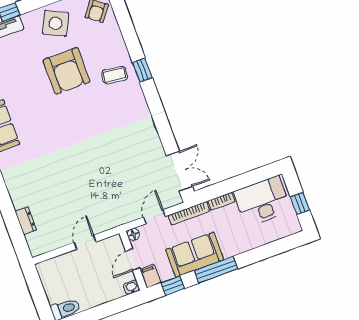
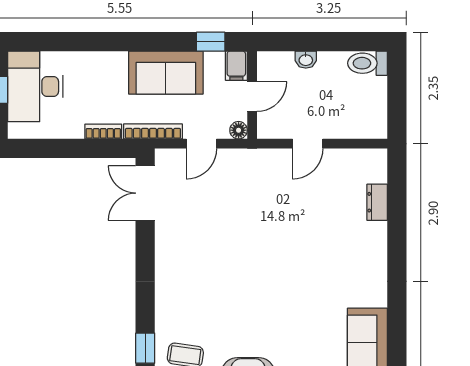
desk: (262, 201) -> (35, 86), moved, turned 90
window: (216, 270) -> (144, 42), removed
washbasin: (131, 287) -> (306, 60), moved

